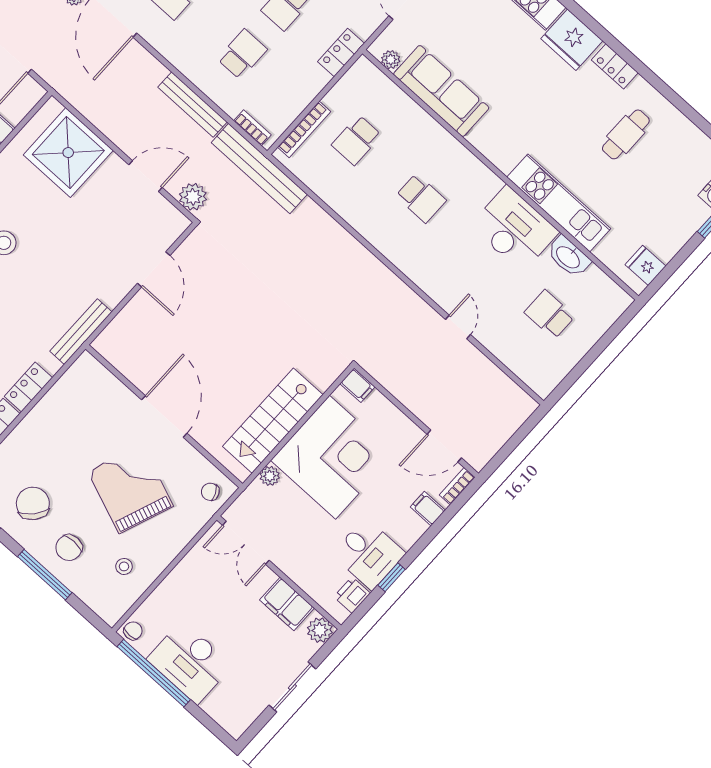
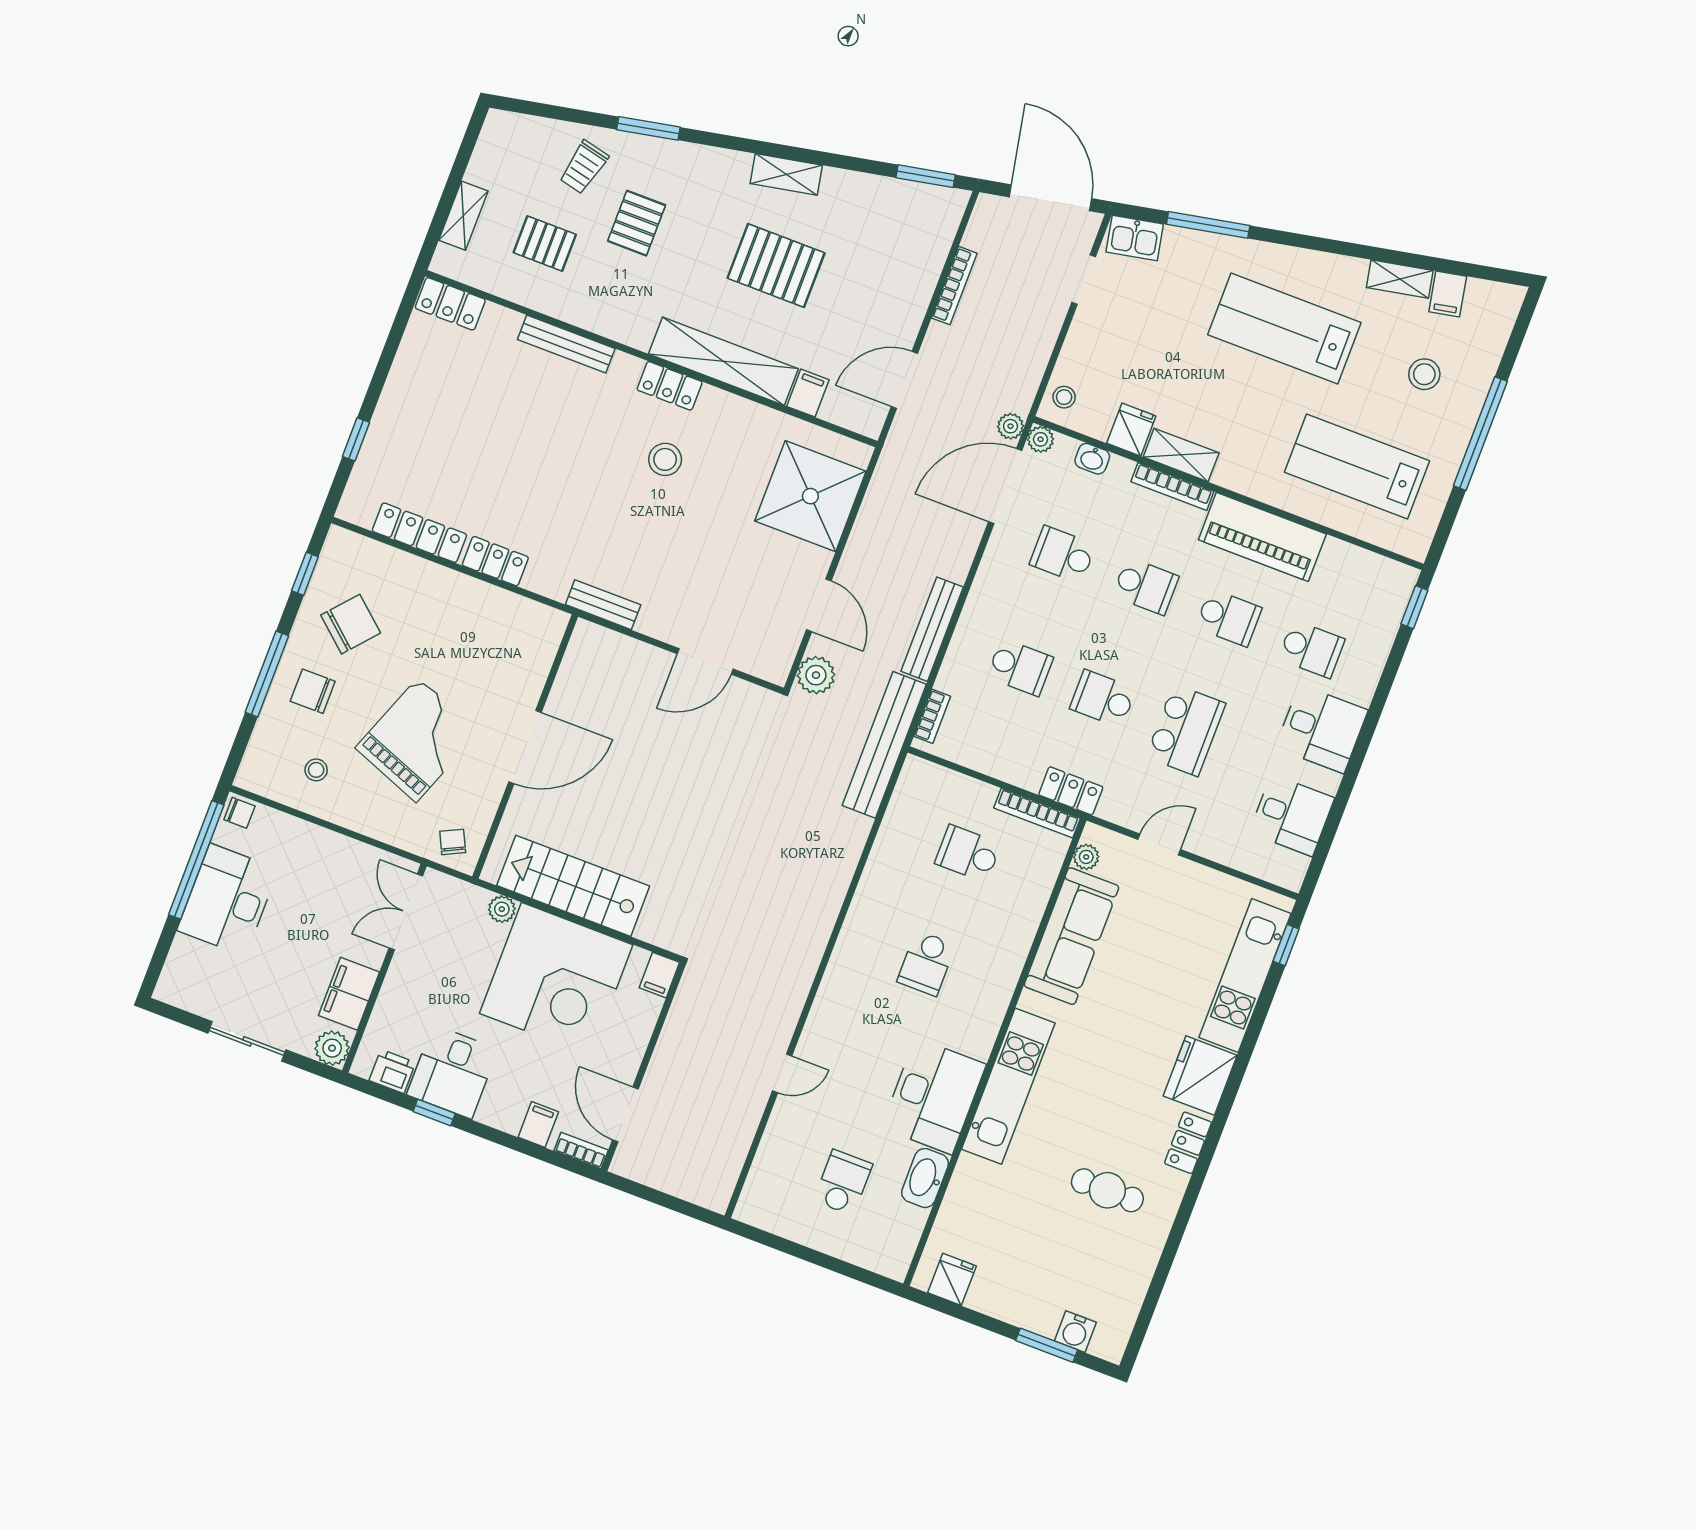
bookcase: (304, 129) -> (1037, 813), moved
kitchen unit: (559, 203) -> (1008, 1086), moved
bench: (81, 332) -> (603, 605), width x0.73

